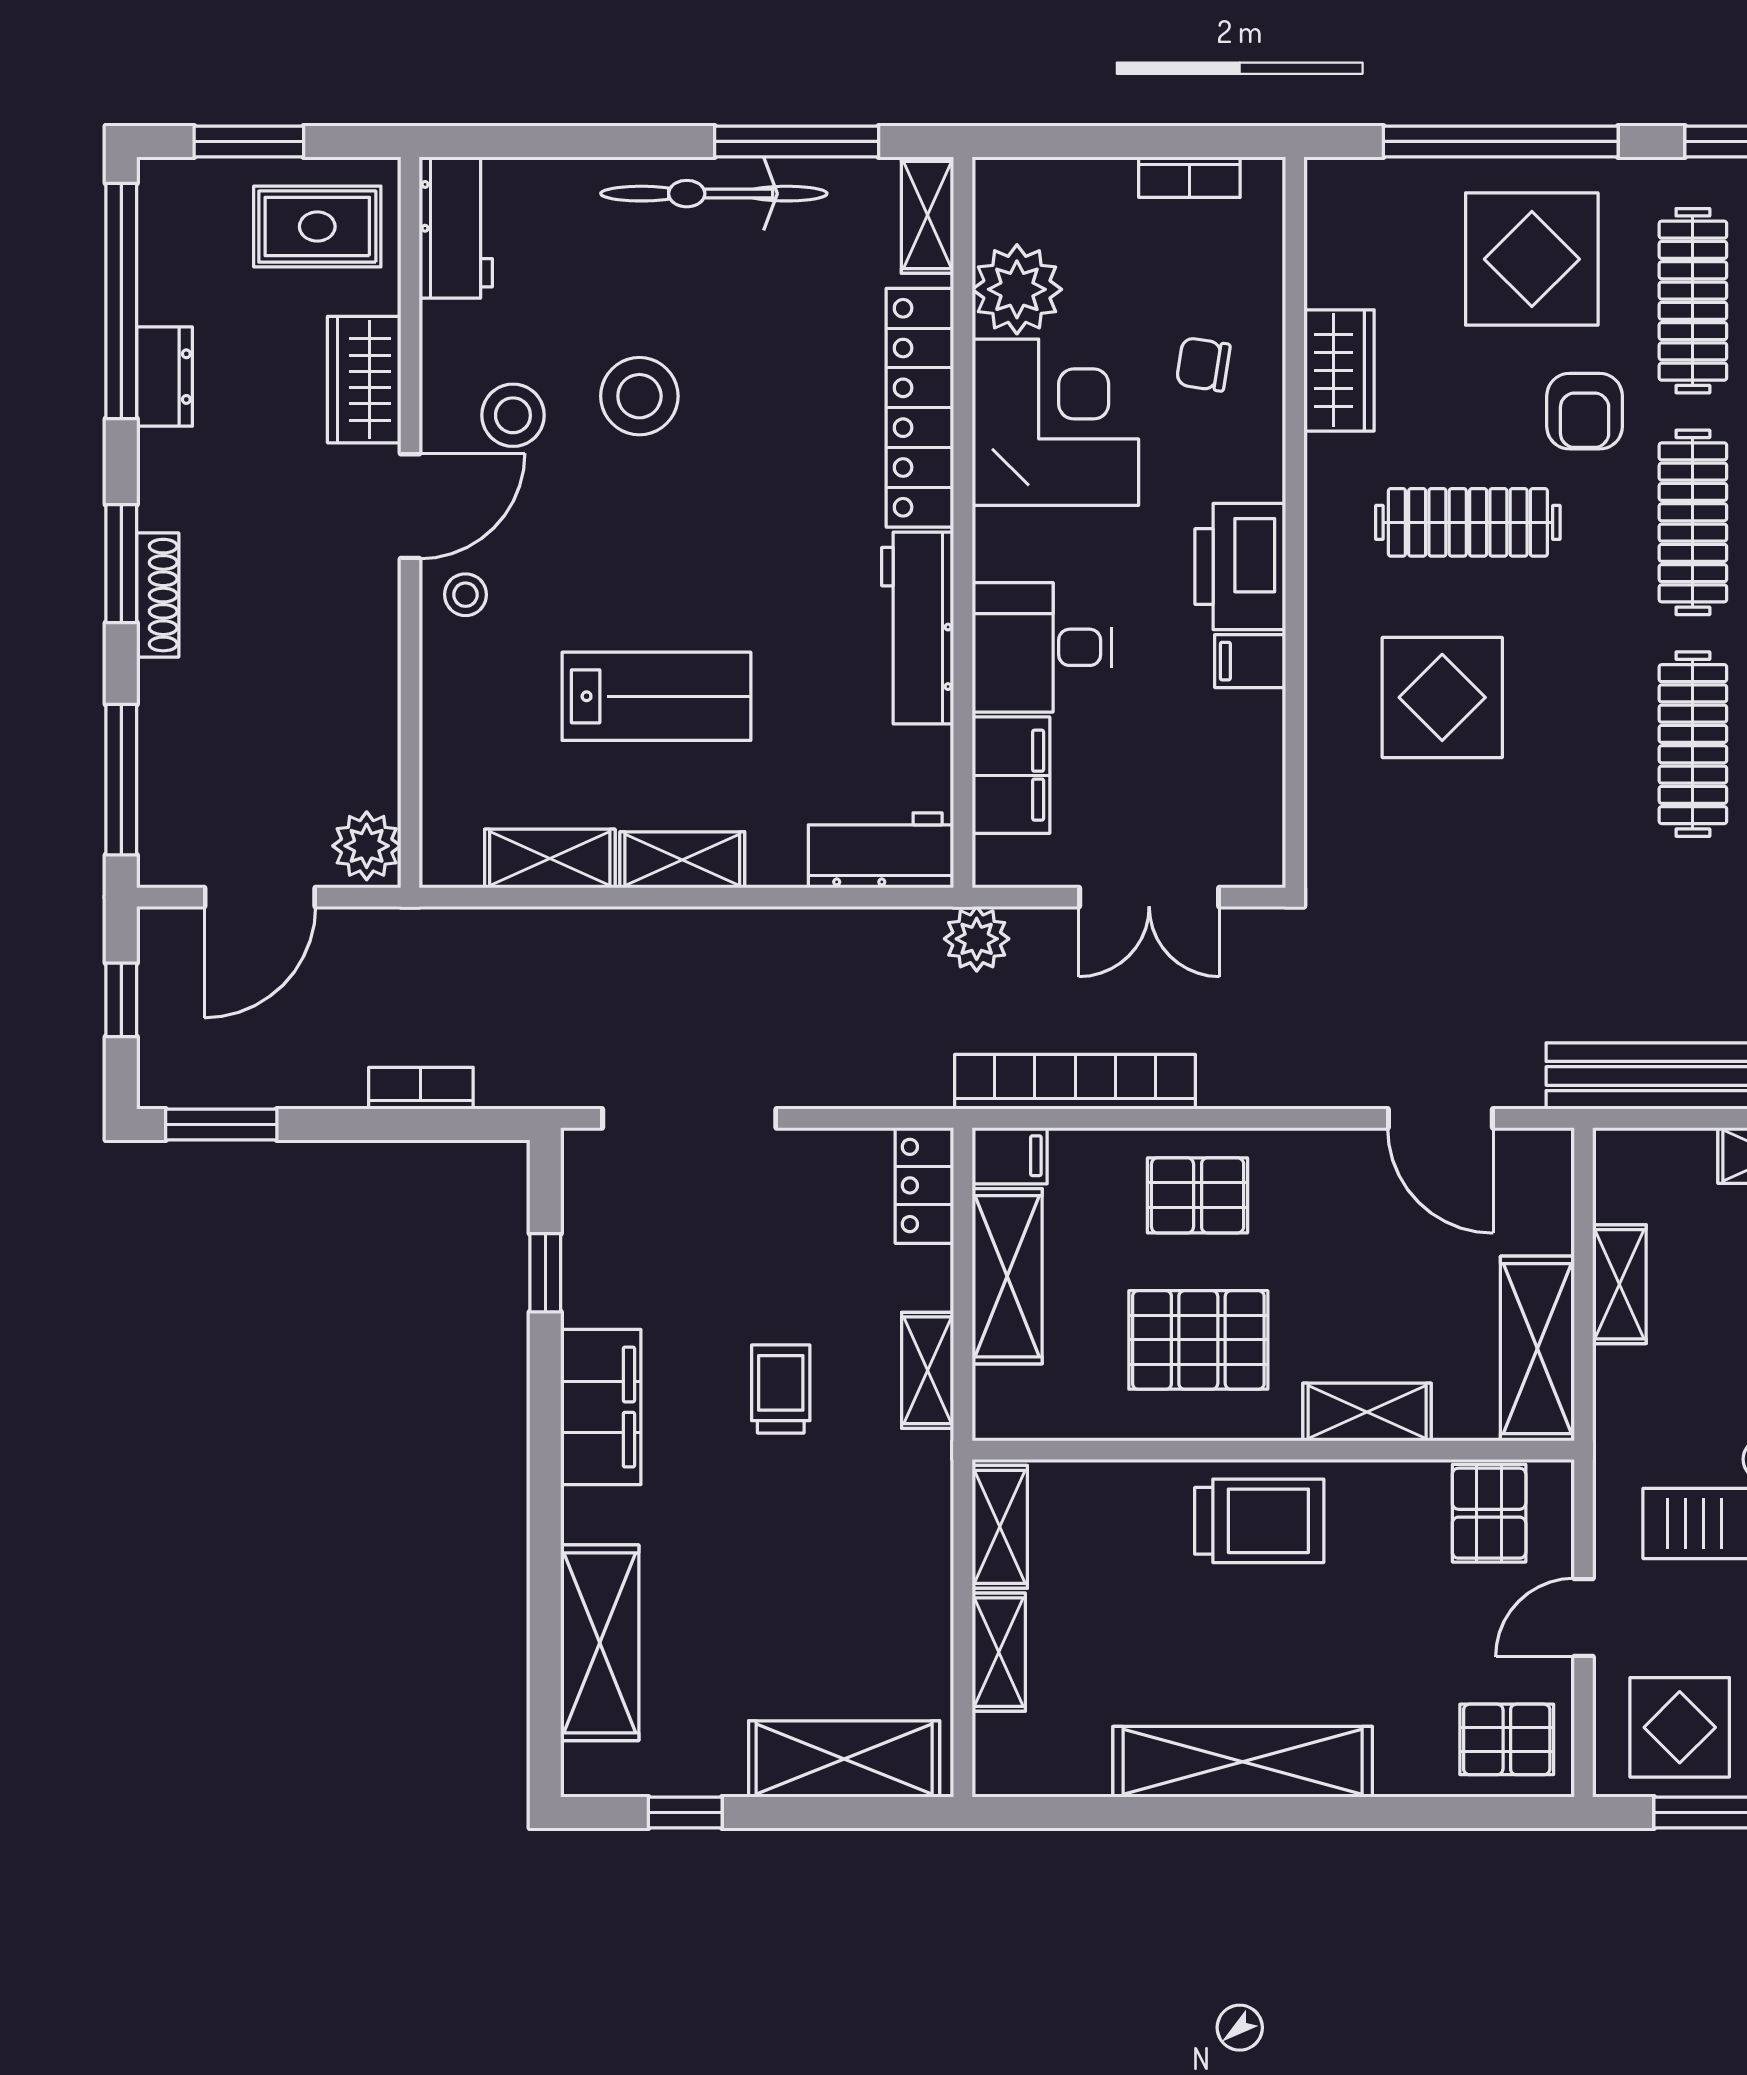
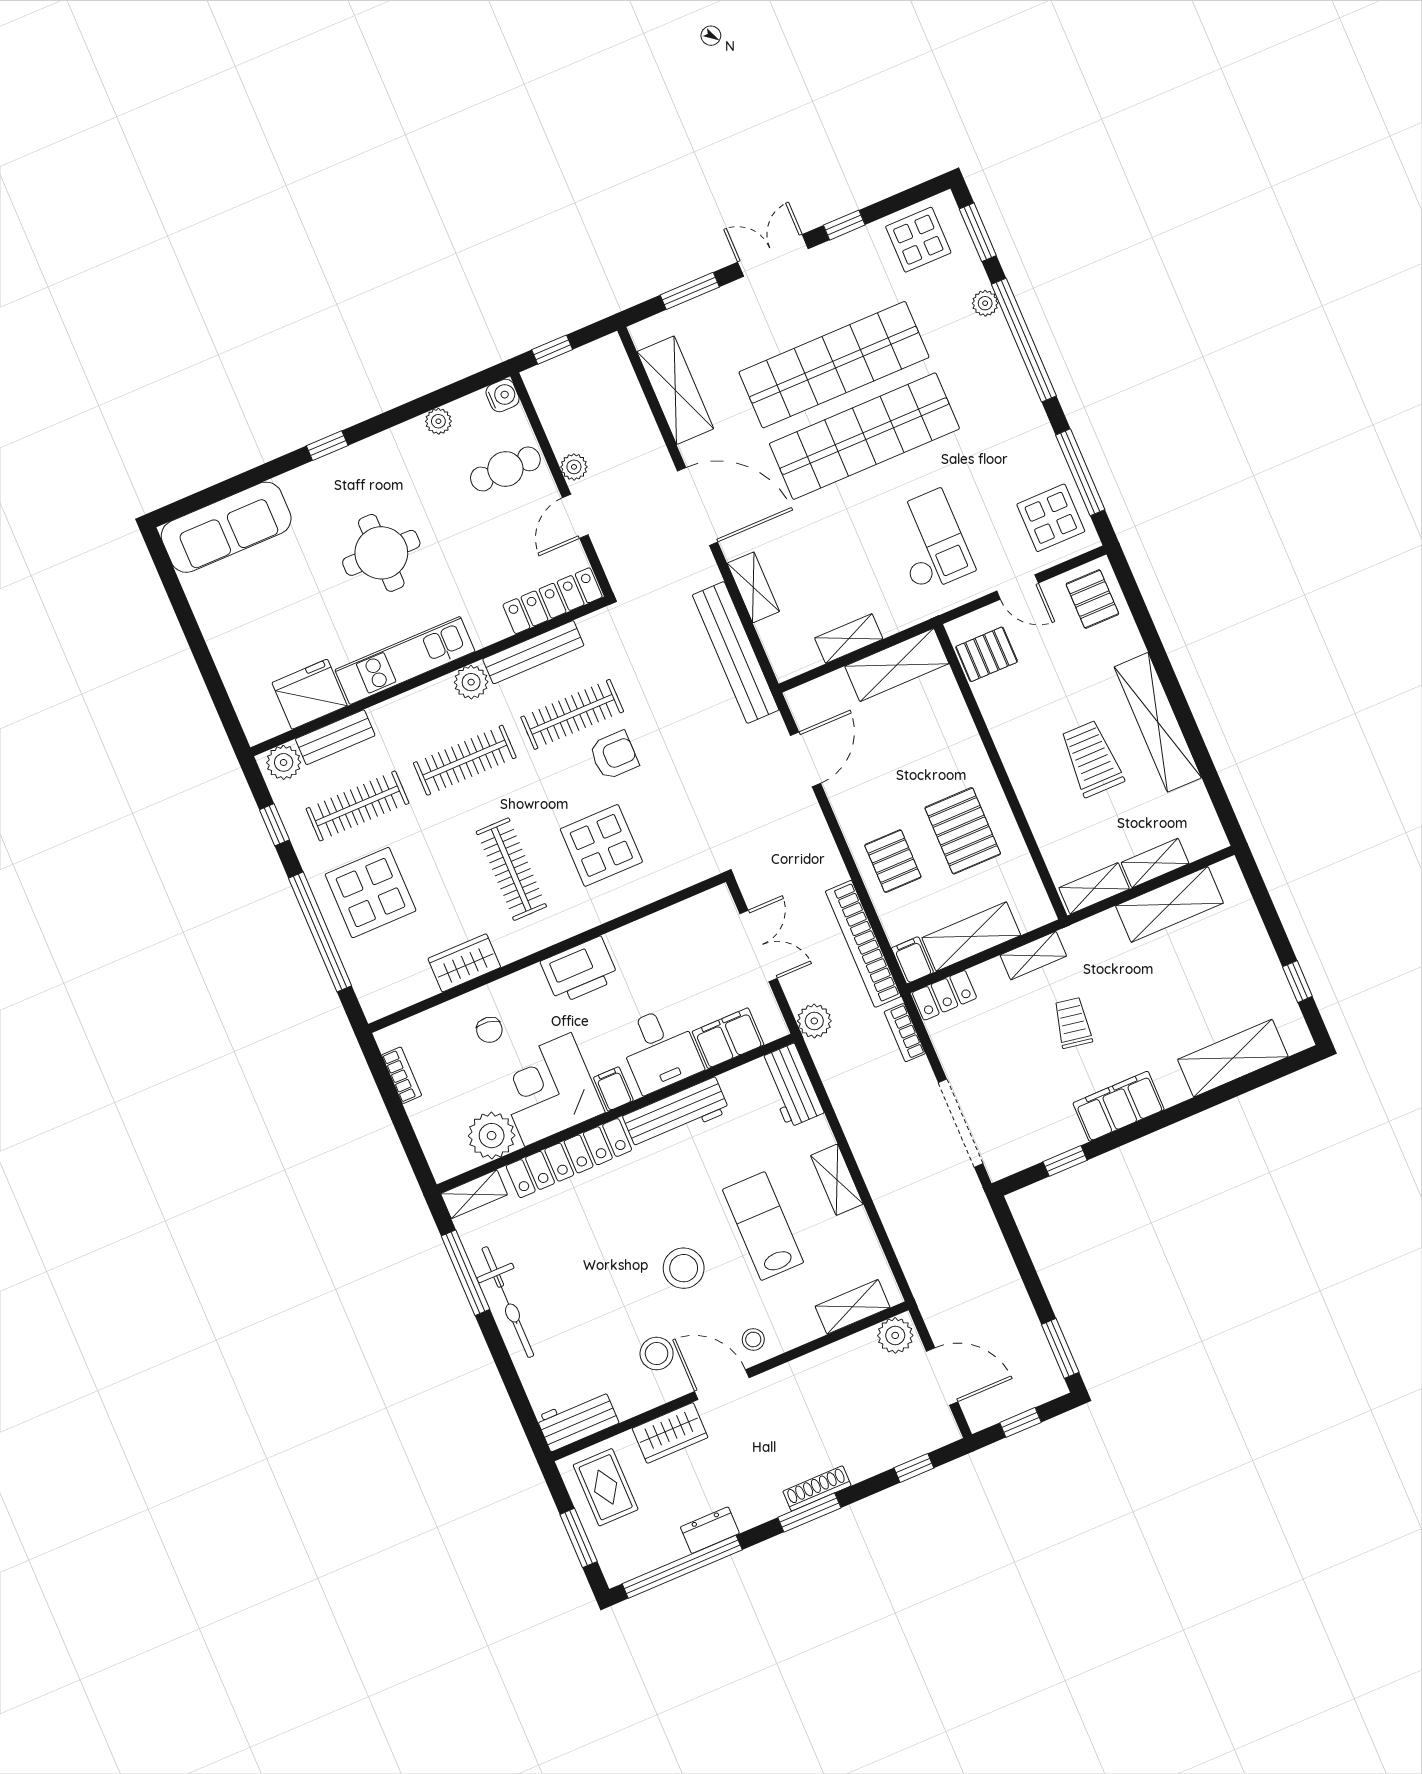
stool: (639, 396) -> (684, 1268), moved
armchair: (1585, 411) -> (614, 755), moved
filing cabinet: (1250, 661) -> (613, 1089), moved, turned 180
window: (121, 780) -> (914, 1468), width x0.46
shelving: (550, 859) -> (853, 1307), moved, turned 90
bookcase: (421, 1088) -> (905, 1033), moved
trolley: (781, 1389) -> (1073, 1023), turned 100
shelving: (1367, 1412) -> (963, 734), removed
trolley: (1259, 1521) -> (1092, 759), moved
shelving: (844, 1759) -> (1169, 904), moved, turned 90

